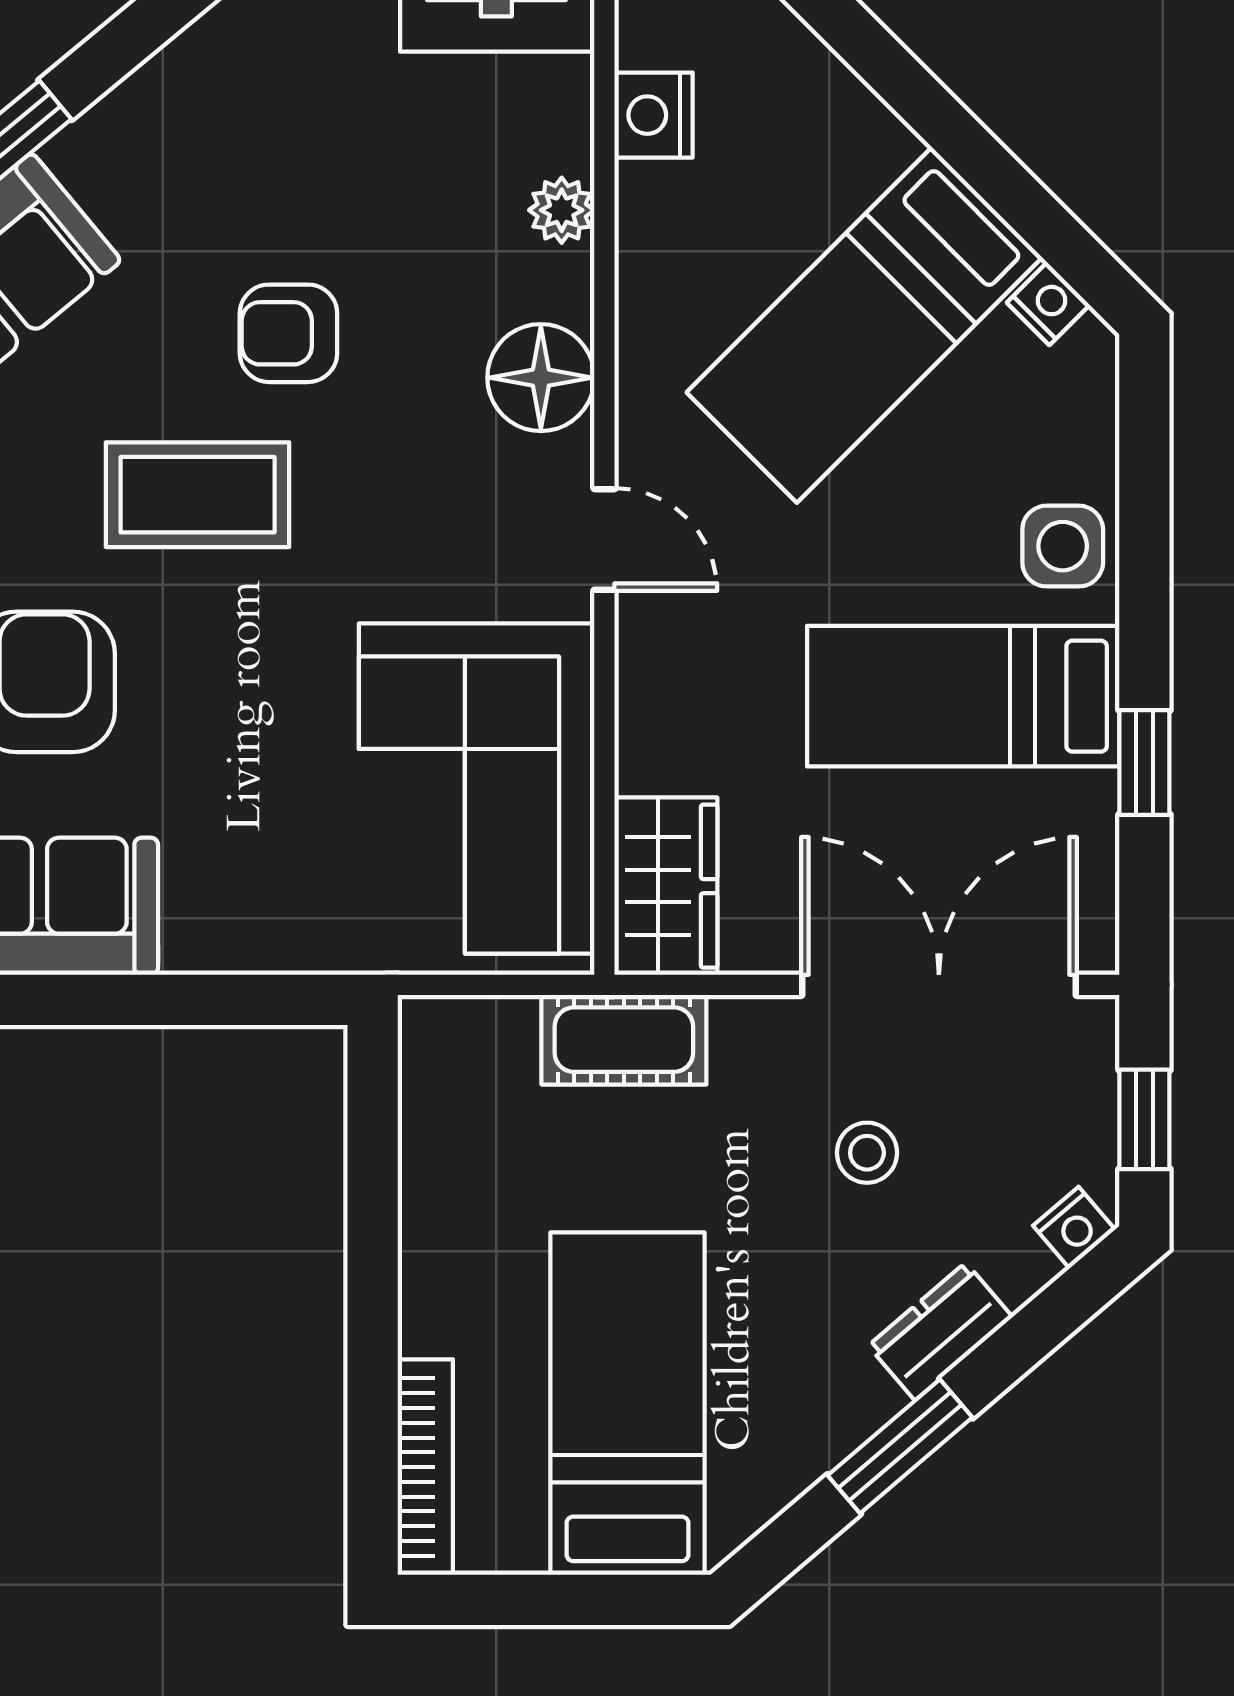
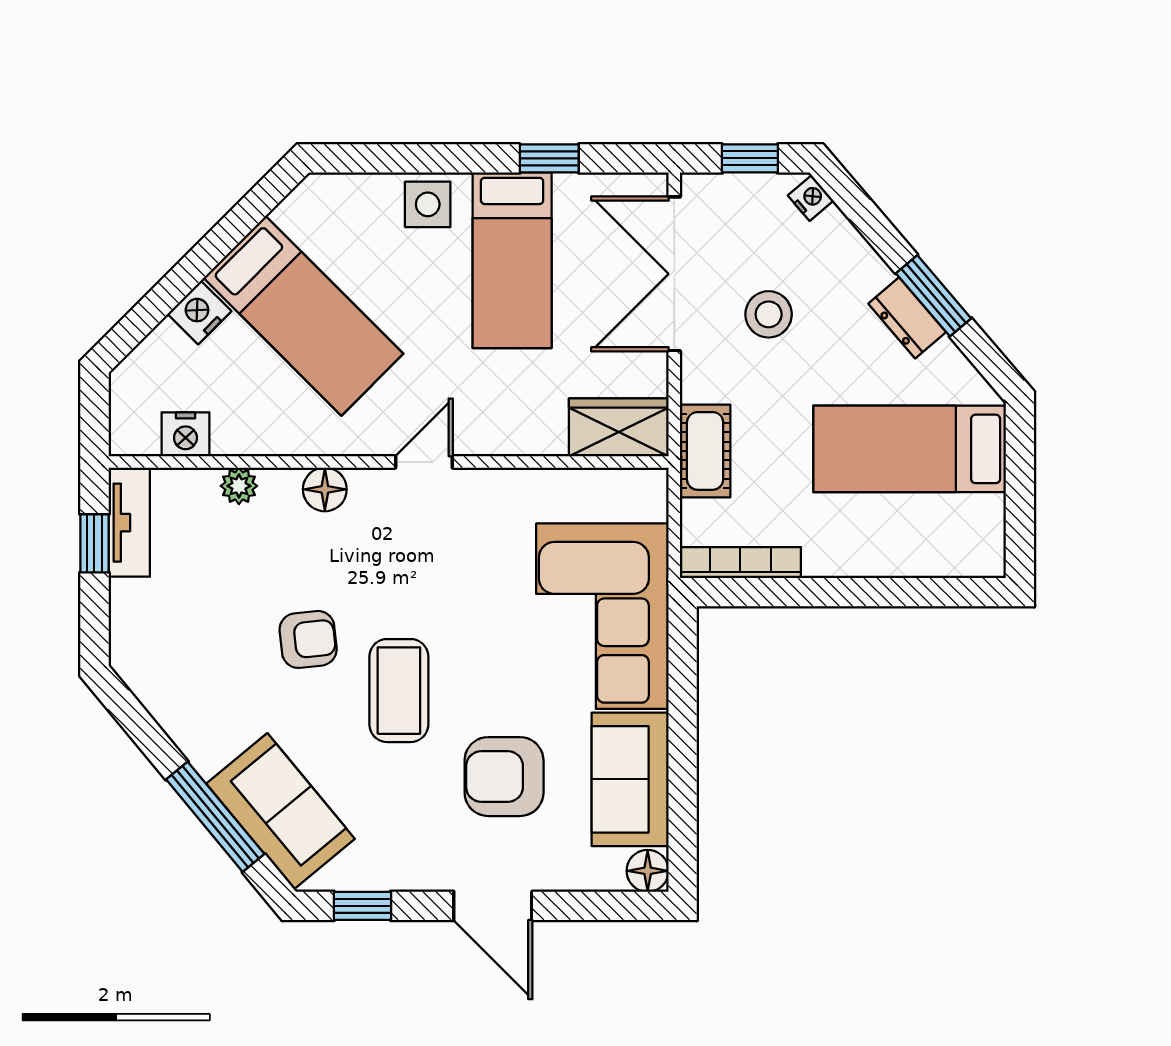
nightstand: (1048, 304) -> (199, 313), moved, width x1.39, depth x1.35
armchair: (288, 333) -> (308, 639), turned -96
floor lamp: (541, 378) -> (325, 489), width x0.73, depth x0.73
corner sofa: (477, 789) -> (602, 616), moved, turned 90
stool: (867, 1153) -> (769, 314), width x1.37, depth x1.37
dresser: (940, 1331) -> (907, 318), moved
bookcase: (425, 1467) -> (740, 563), moved

